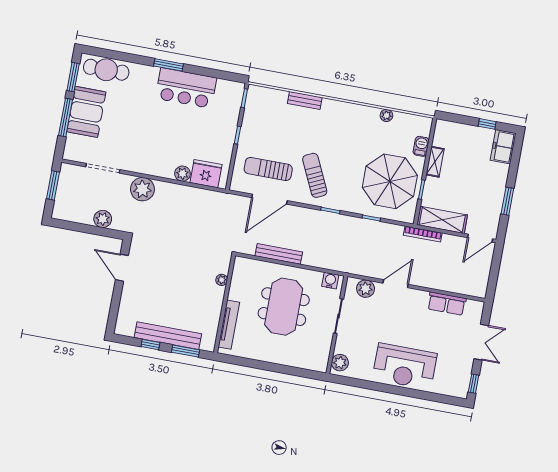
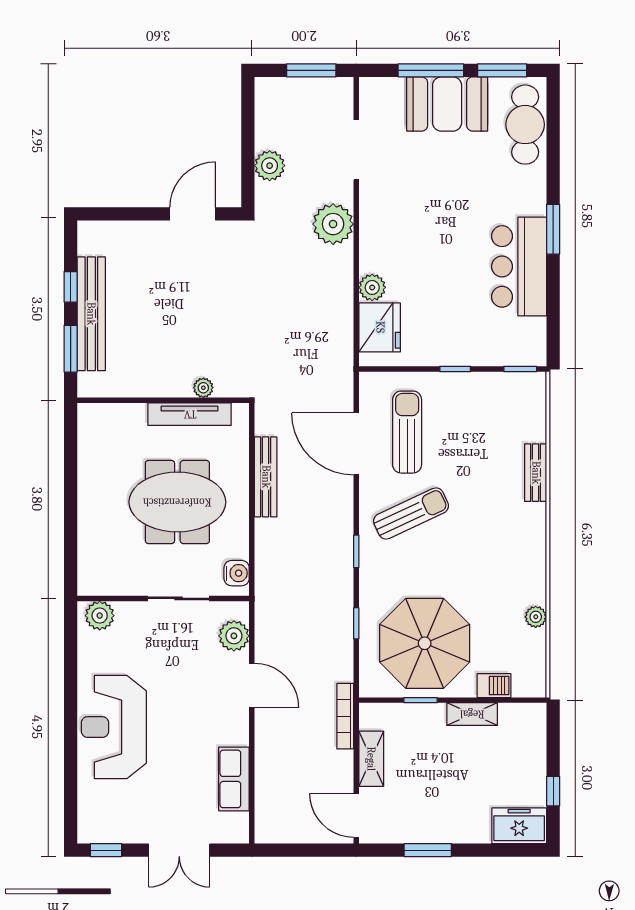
shelving: (442, 220) -> (371, 759), width x0.67, depth x0.75
tv unit: (229, 325) -> (190, 414), moved

